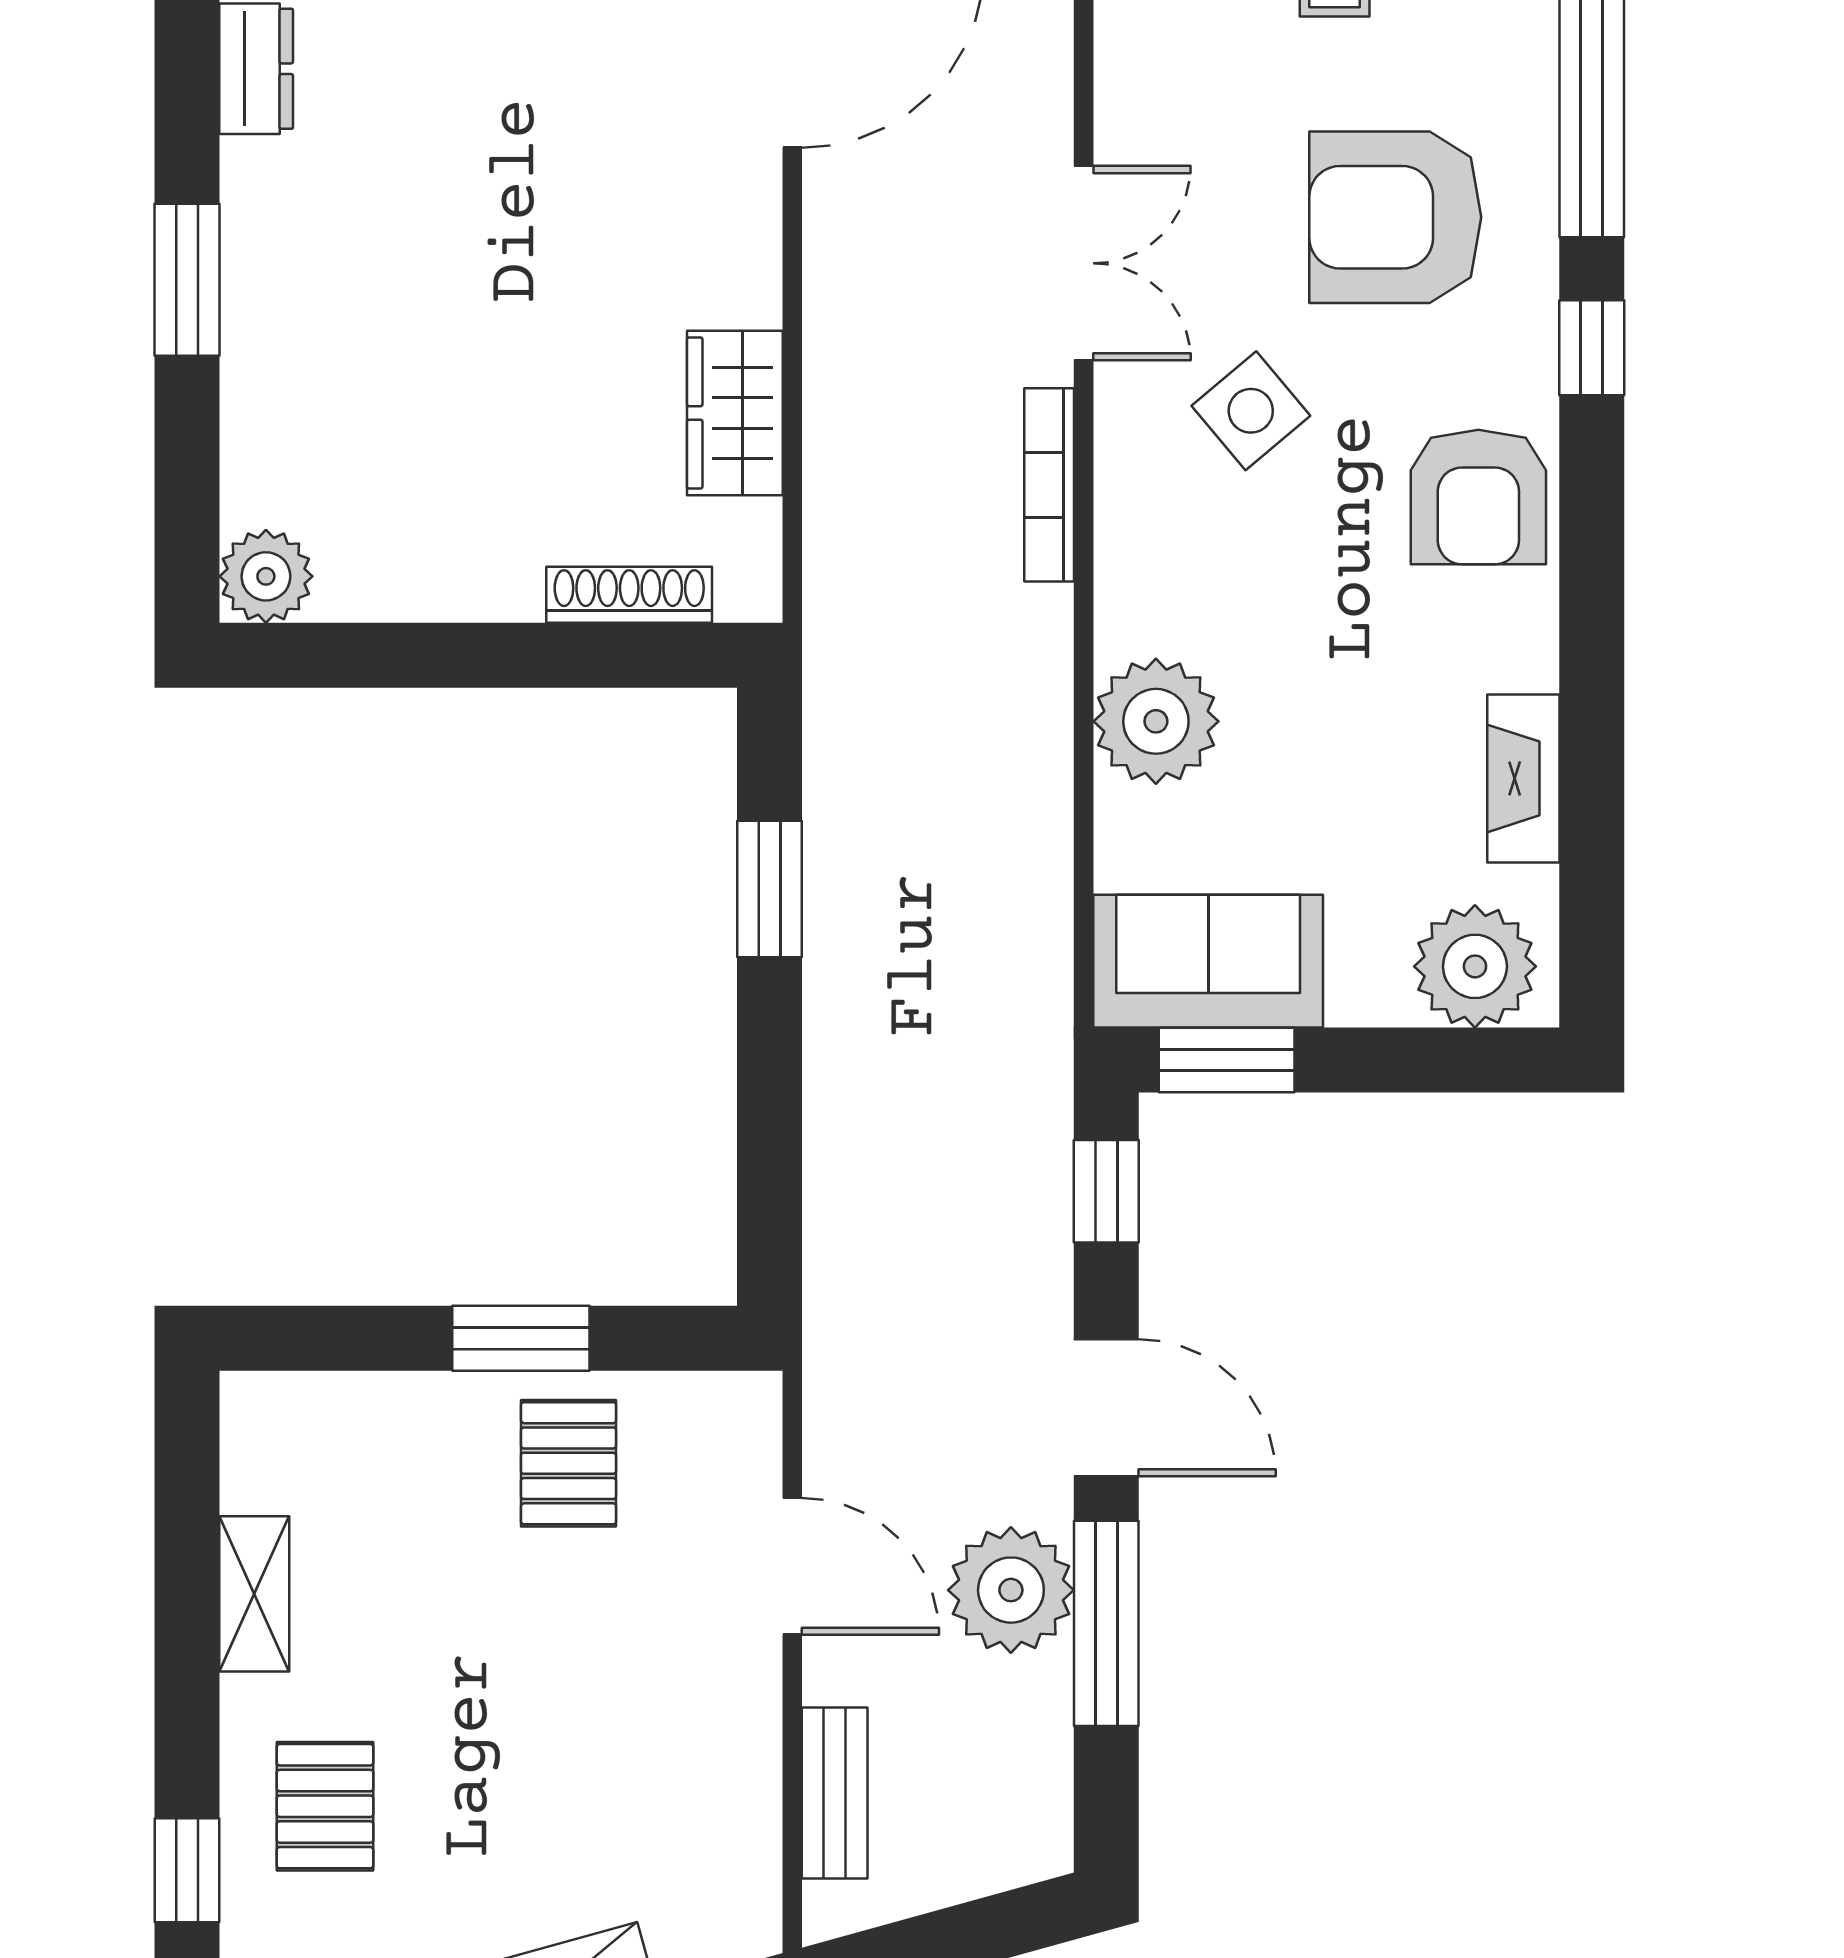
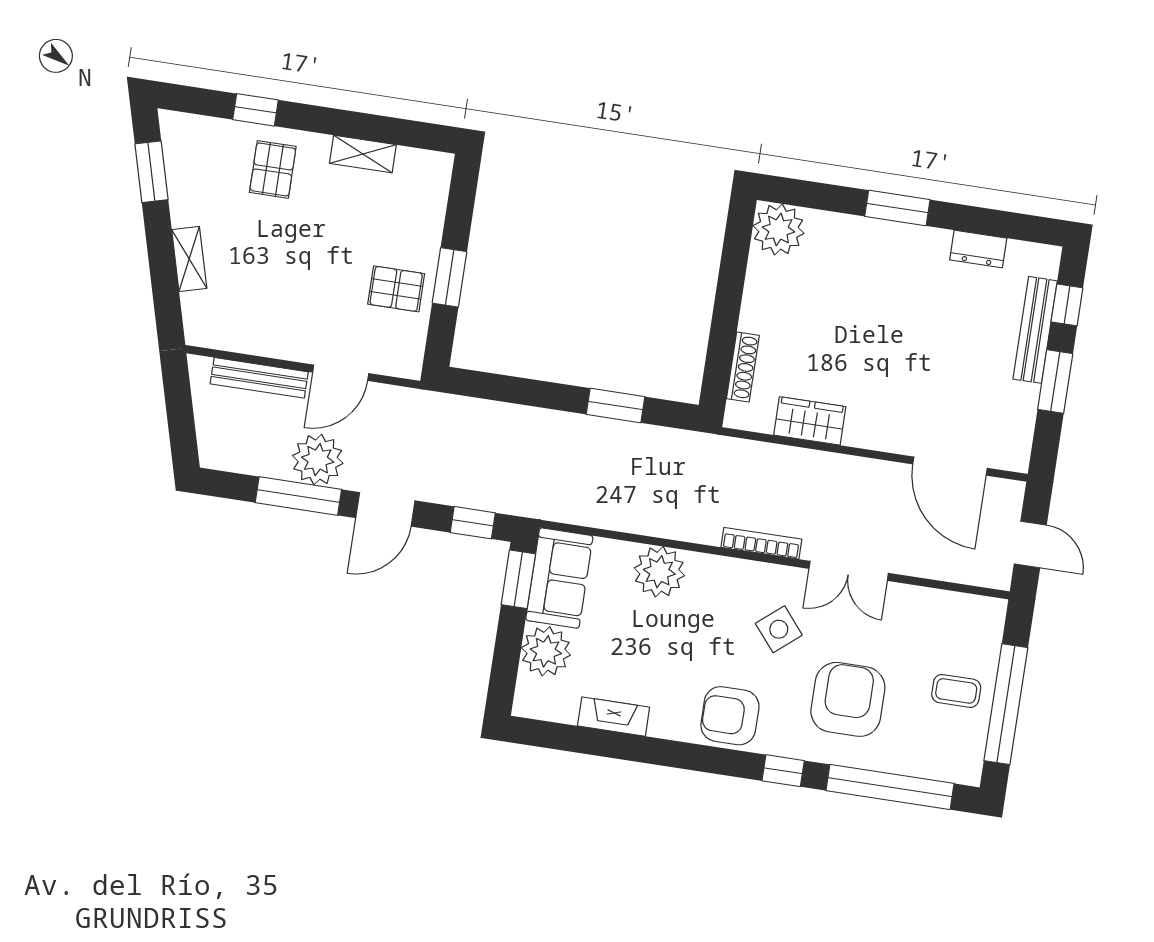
plant: (266, 576) -> (779, 229), width x1.36, depth x1.36
plant: (1475, 966) -> (546, 651), moved
bench: (835, 1793) -> (259, 378), width x1.36
pallet: (325, 1806) -> (273, 169), turned 90

